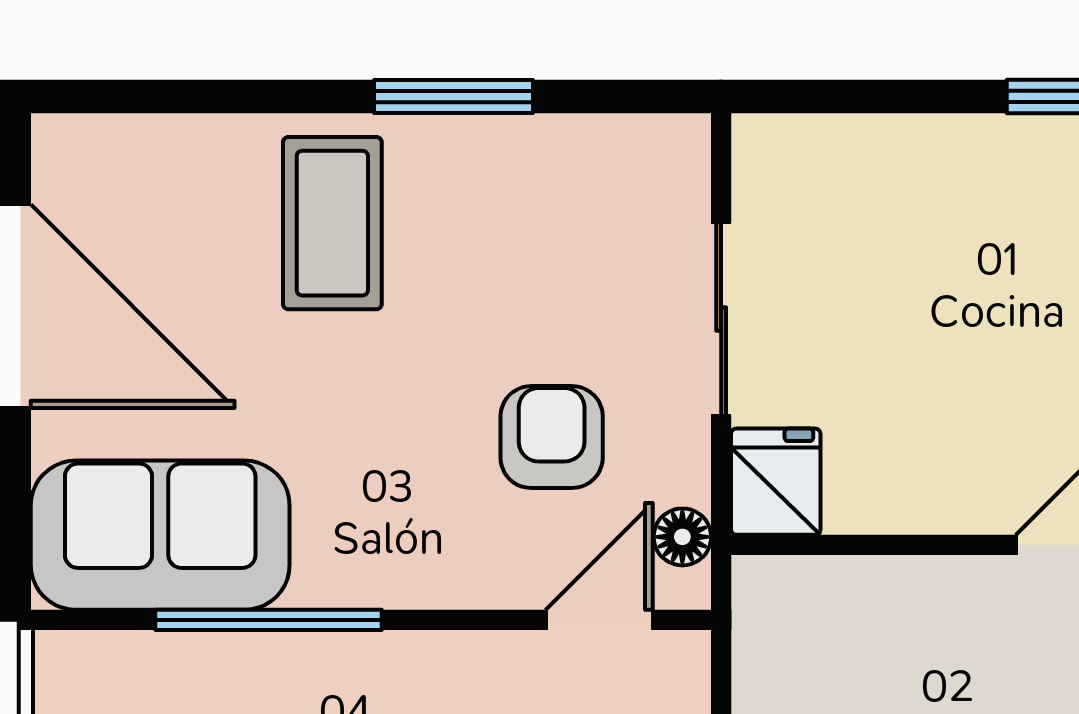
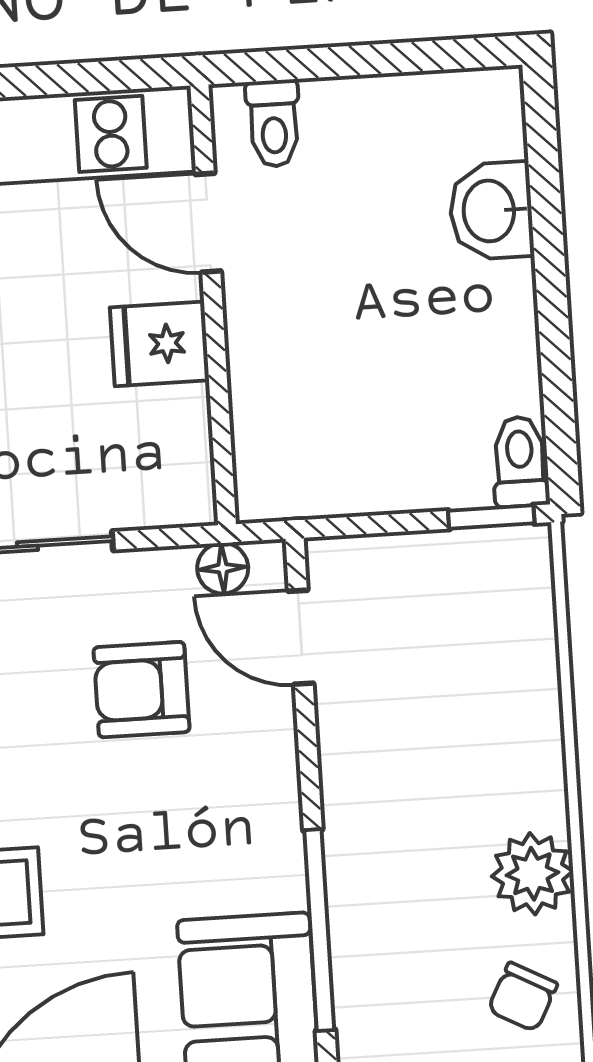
fridge: (776, 482) -> (159, 344), moved

